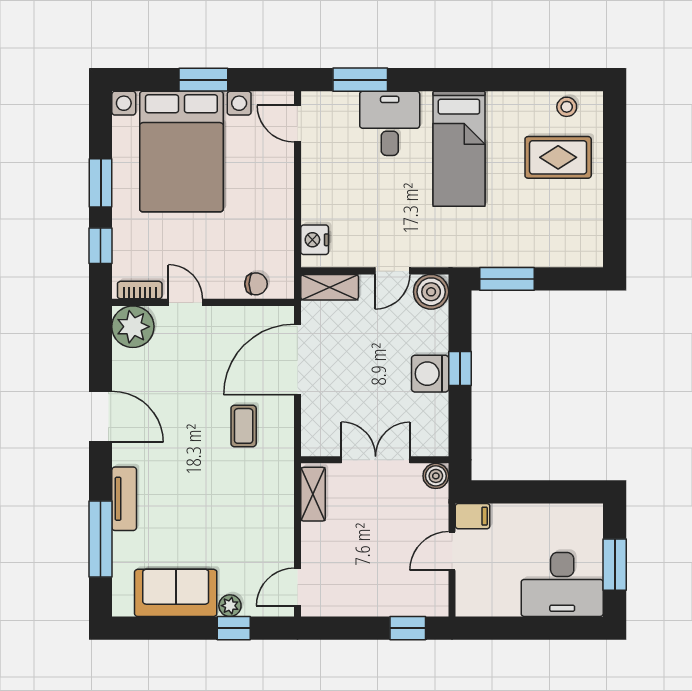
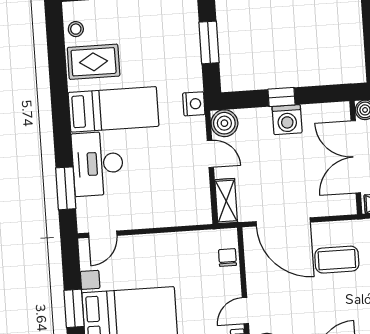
desk: (390, 123) -> (98, 164), width x1.37
rug: (558, 157) -> (94, 62), moved, turned 90
nightstand: (315, 240) -> (194, 104), moved, turned -90
window: (507, 279) -> (209, 42), moved
coffee table: (244, 426) -> (337, 260), width x1.36, depth x1.30
double door: (376, 460) -> (356, 157), width x1.37

